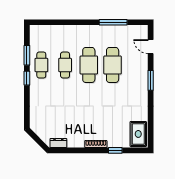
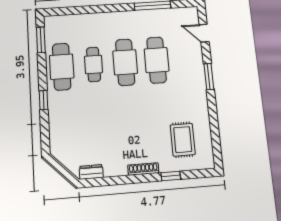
window: (27, 55) -> (41, 40), moved
cafe table: (41, 65) -> (62, 67), width x1.37, depth x1.35
window: (27, 78) -> (43, 100), moved
rug: (138, 134) -> (183, 140), moved

